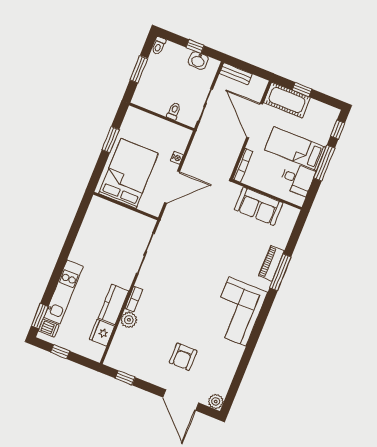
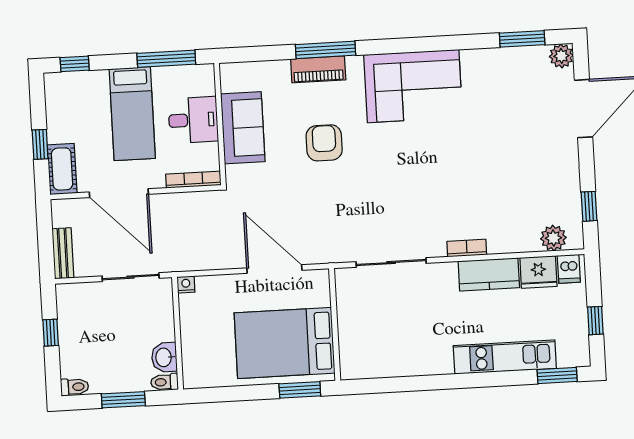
washbasin: (198, 61) -> (164, 357), moved, turned 180
cot: (287, 100) -> (62, 169), width x0.73, depth x0.75
toilet: (174, 111) -> (164, 382), moved
door: (255, 121) -> (119, 193), hinge flipped
window: (111, 140) -> (300, 390), moved
nightstand: (177, 158) -> (186, 285), moved
window: (324, 163) -> (166, 59), moved
desk: (297, 179) -> (193, 120), moved, turned 90
plant: (129, 320) -> (553, 238), moved
dishwasher: (49, 328) -> (569, 269), moved, turned 180
armchair: (183, 357) -> (324, 143), moved, turned -90
window: (235, 384) -> (522, 39), added

